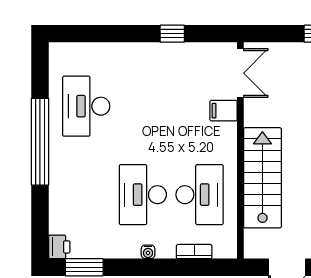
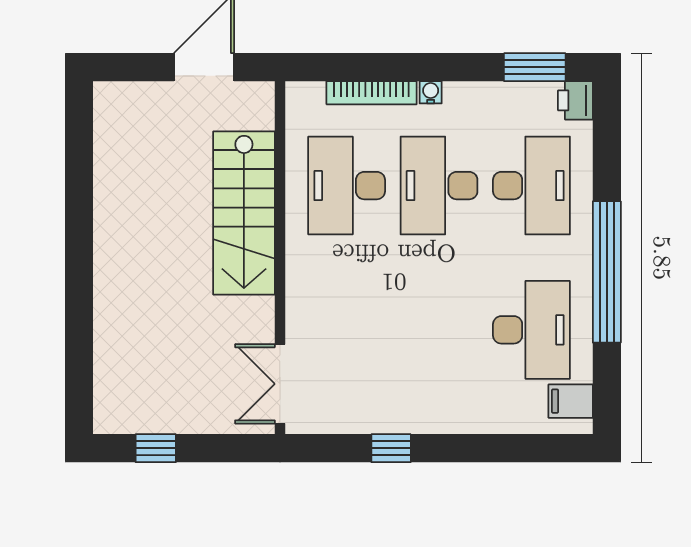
filing cabinet: (224, 111) -> (571, 401), moved, turned 180
desk: (86, 195) -> (531, 186), added
desk: (143, 195) -> (439, 186), turned 180
bookcase: (194, 252) -> (372, 93), width x1.56

